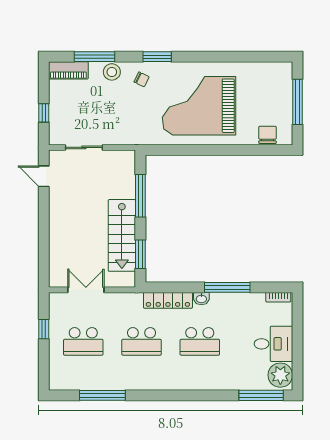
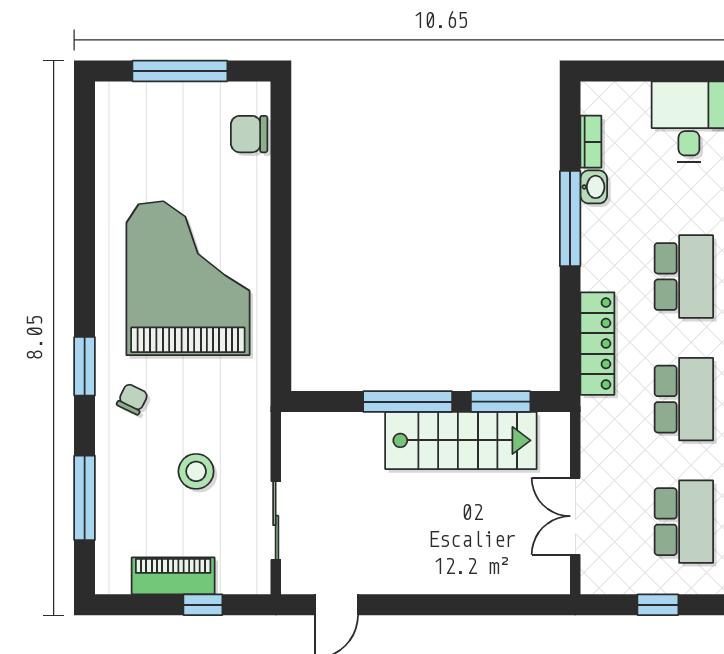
piano: (68, 70) -> (173, 576), moved, turned -90
stool: (112, 72) -> (196, 471), moved
grand piano: (199, 106) -> (188, 278), turned 180
window: (140, 196) -> (408, 402), moved
bookcase: (278, 297) -> (591, 142), moved
washbasin: (201, 299) -> (594, 187), moved

